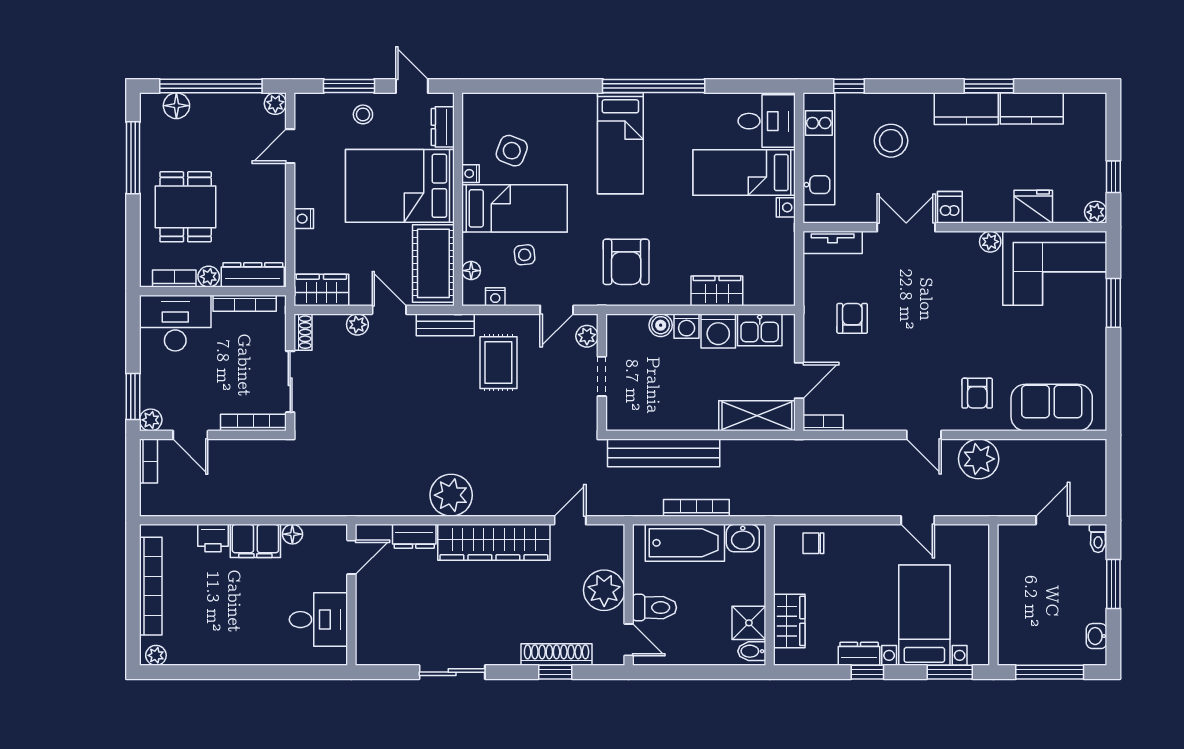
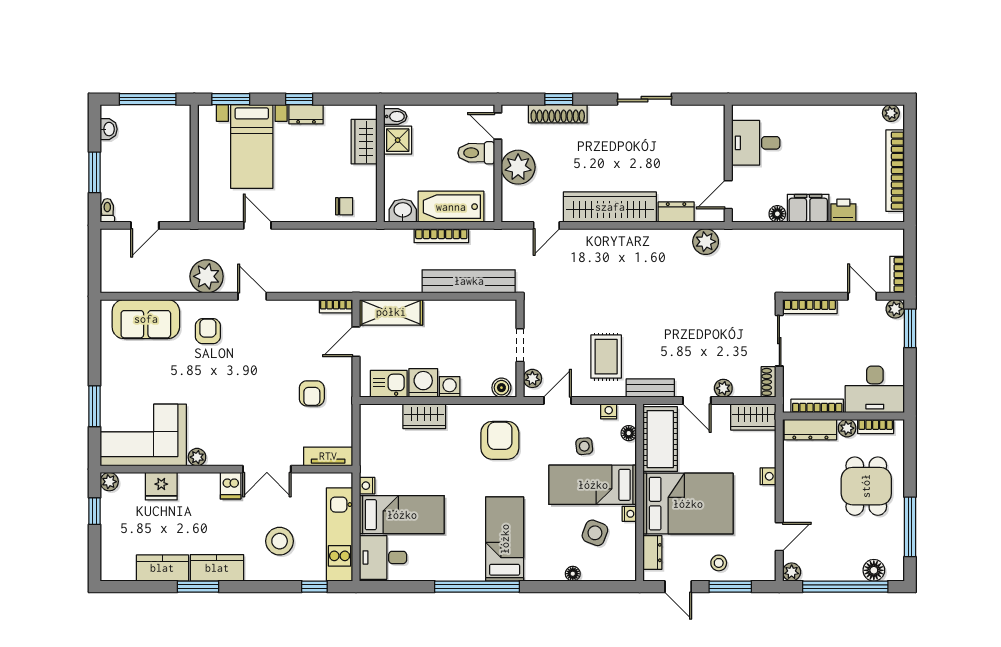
floor lamp: (538, 102) -> (573, 574), added
boiler: (661, 325) -> (501, 388), moved
plant: (451, 495) -> (706, 242), moved, width x0.73, depth x0.73

